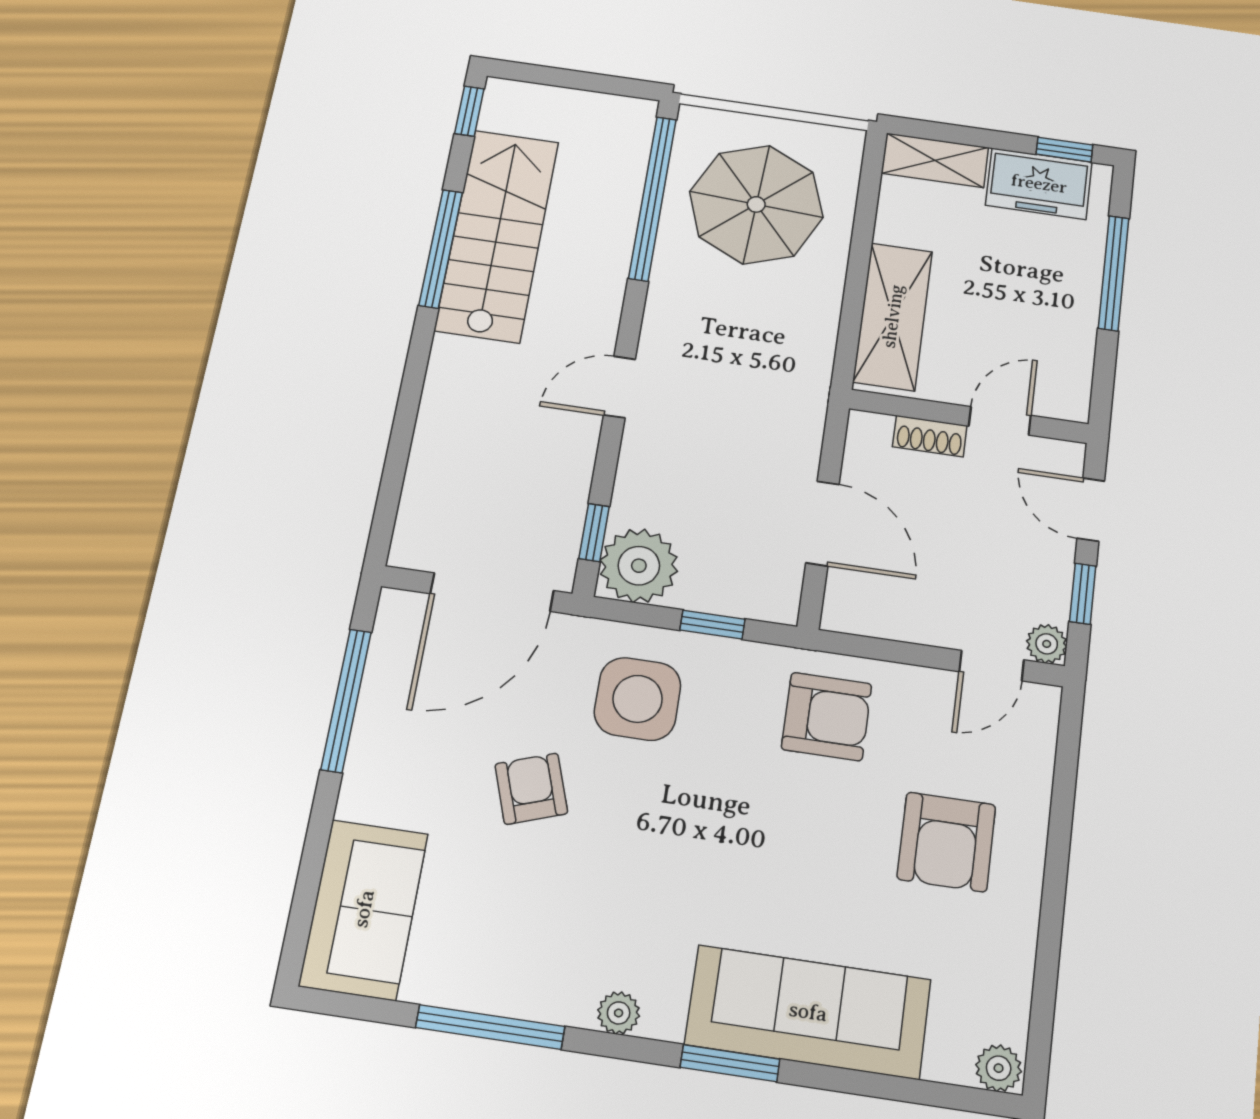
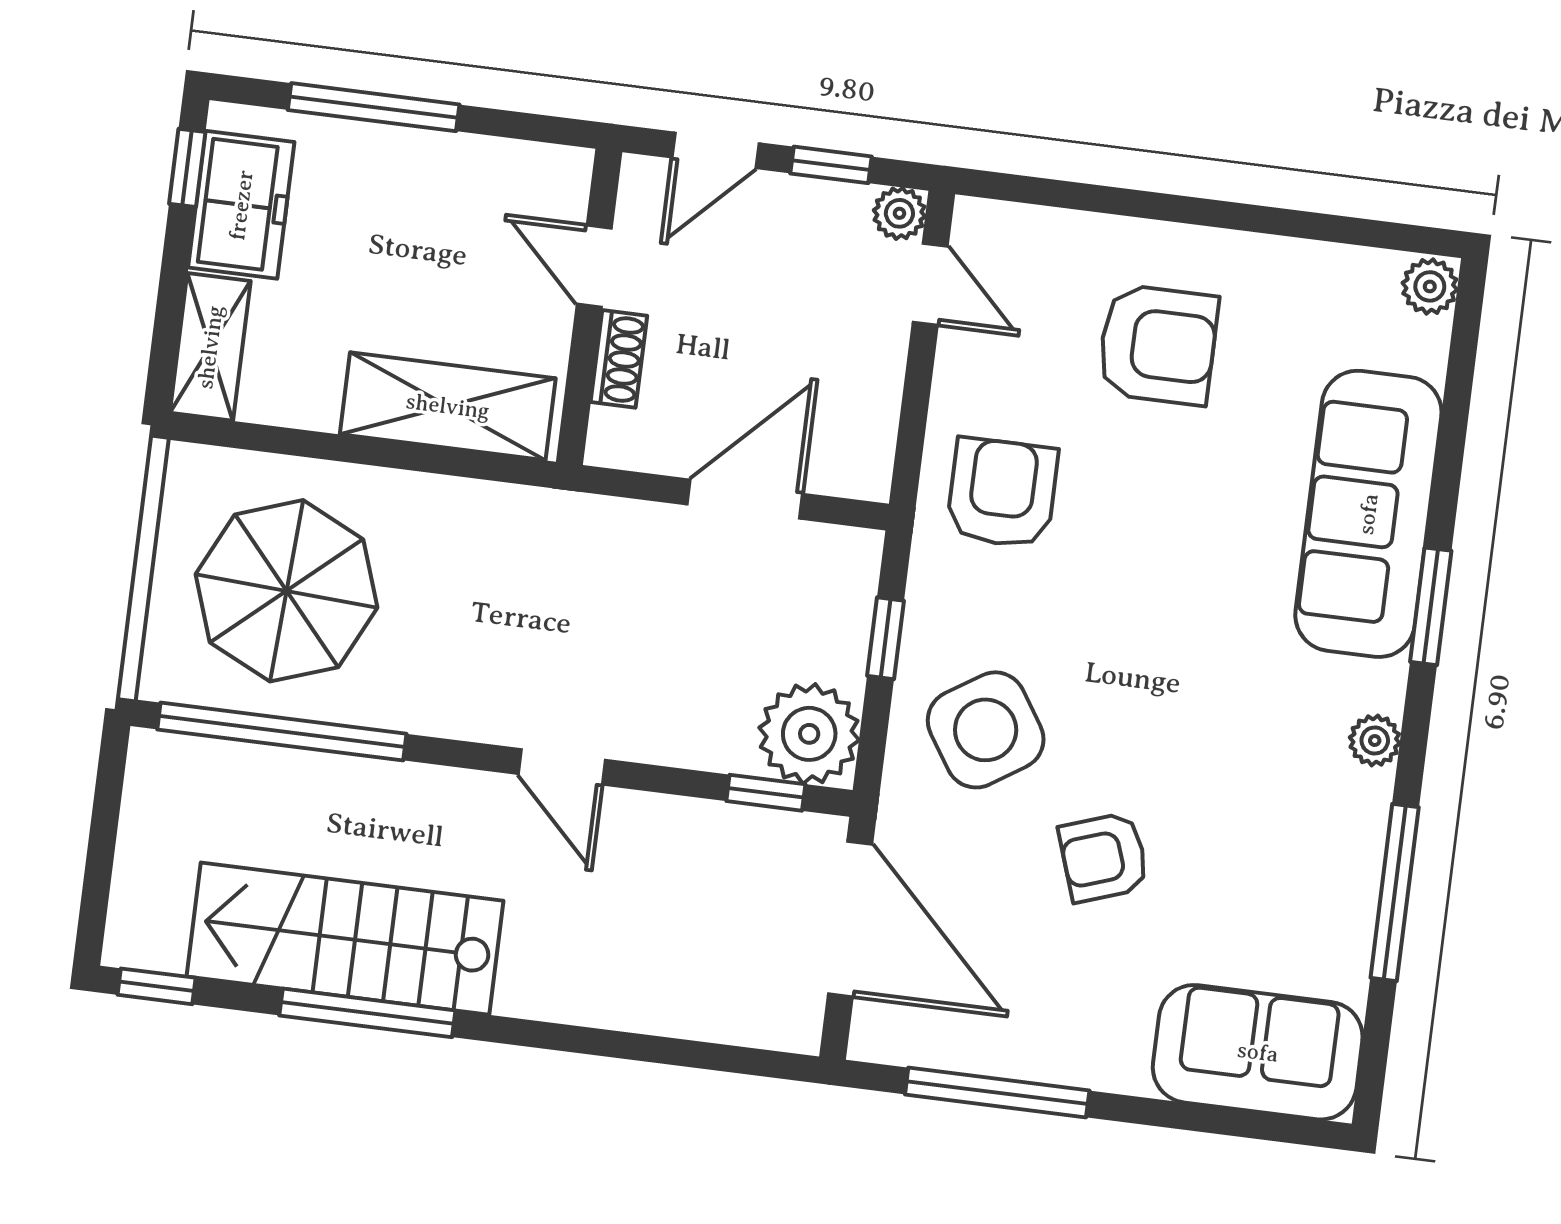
side table: (638, 699) -> (986, 730), turned -33

